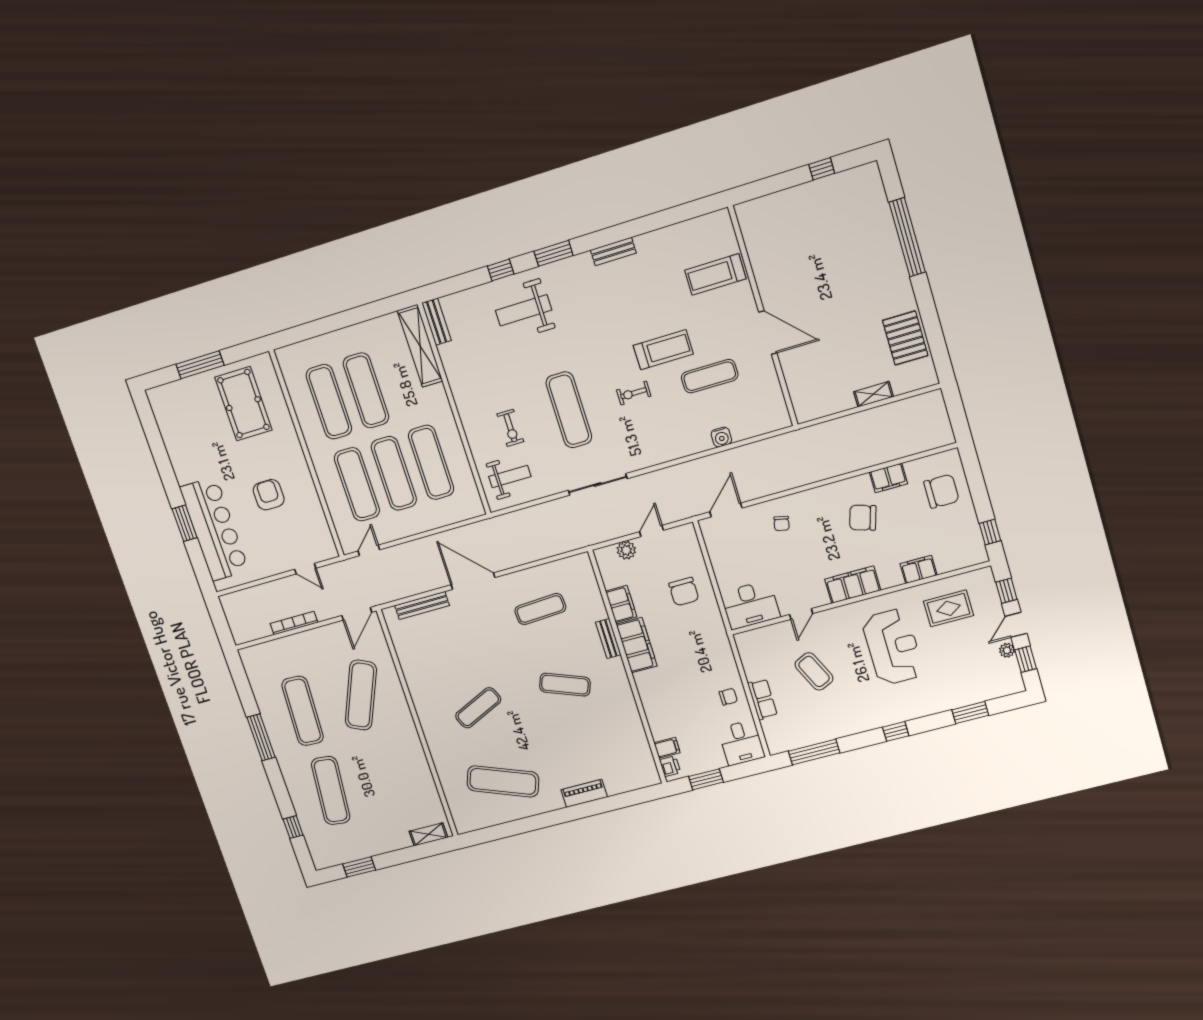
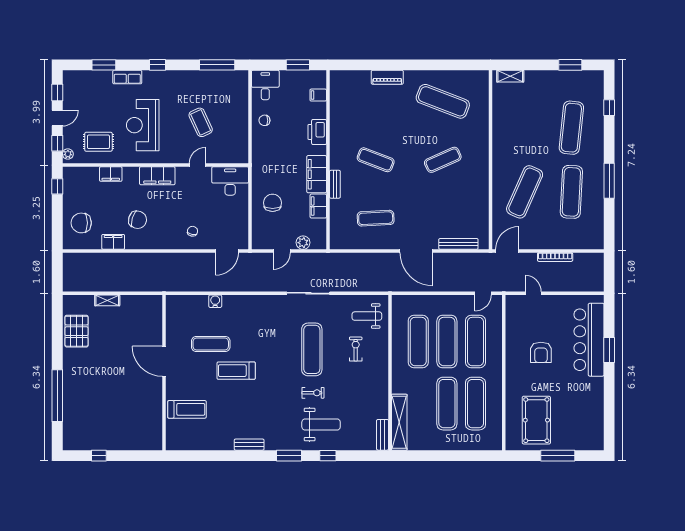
exercise bike: (634, 393) -> (313, 393), moved
plant: (1007, 650) -> (68, 154), moved
row of seats: (762, 699) -> (127, 77), moved, turned -90
printer: (670, 766) -> (317, 132), moved, width x1.87, depth x1.48

